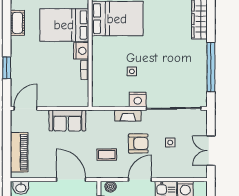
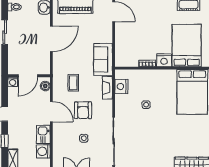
nightstand: (138, 99) -> (121, 87), moved
fireplace: (128, 116) -> (107, 88), moved
sofa: (67, 120) -> (103, 59), moved
door: (71, 180) -> (51, 39), moved

